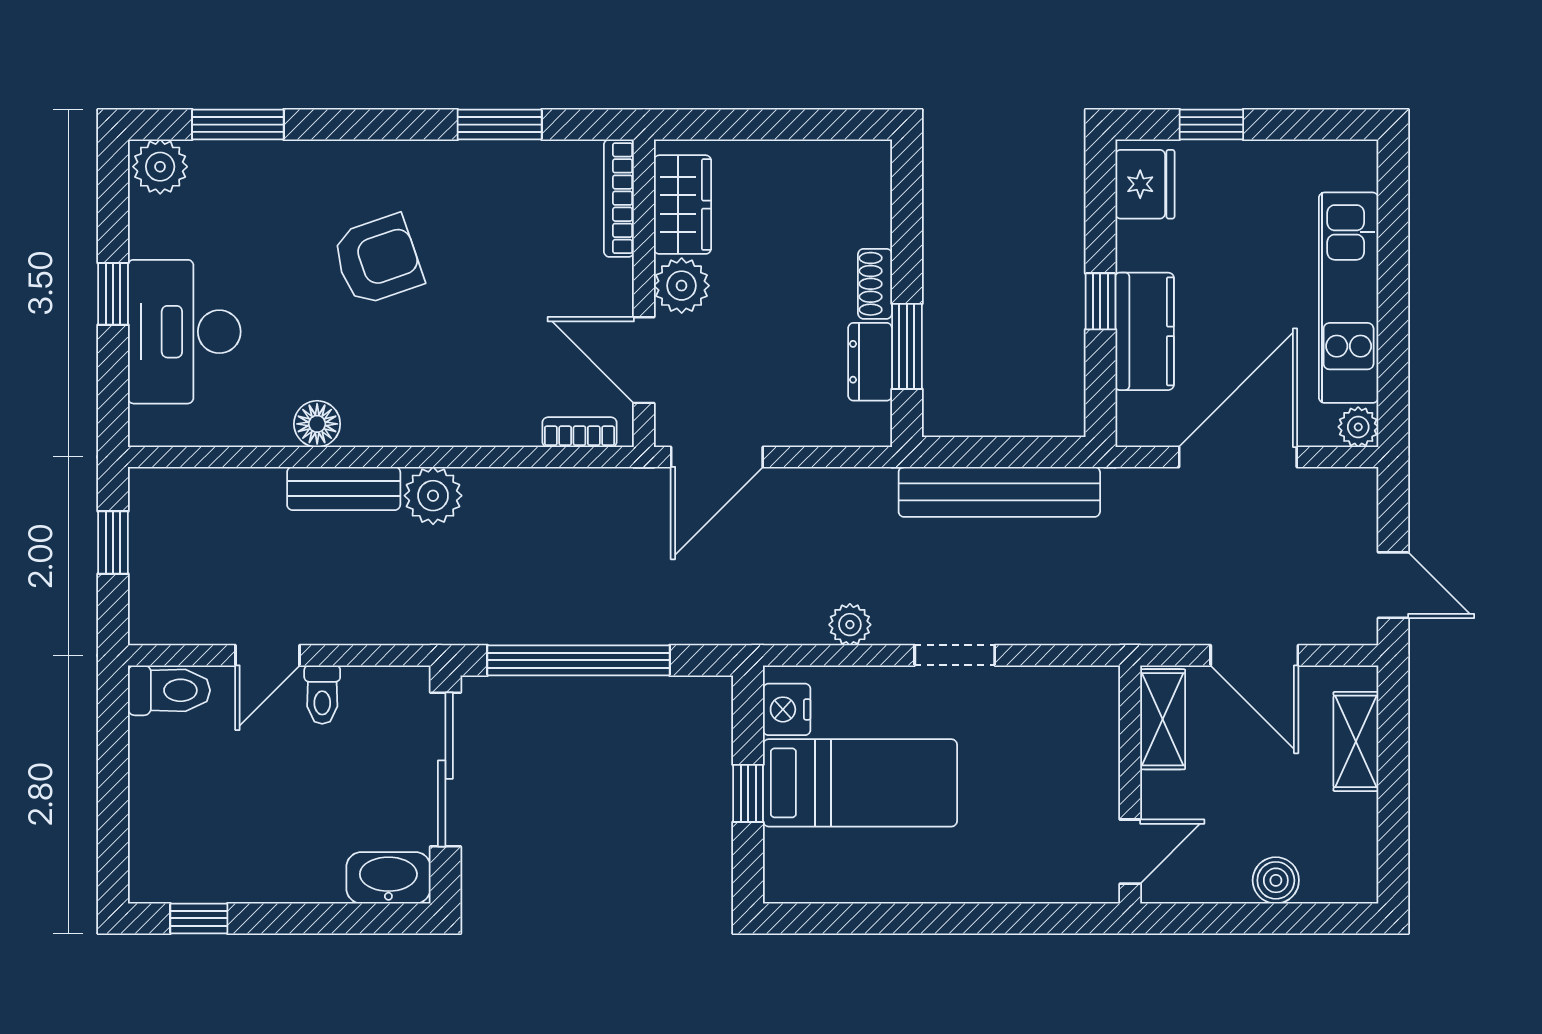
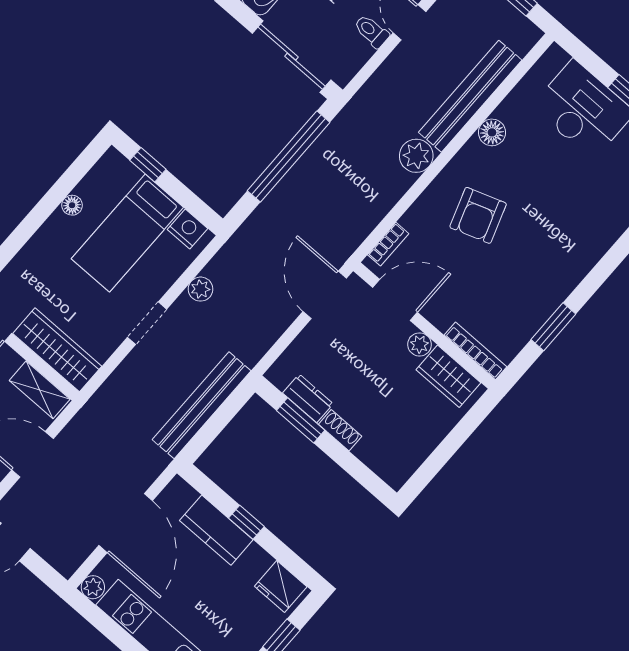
armchair: (378, 260) -> (478, 215), moved
plant: (682, 286) -> (420, 344), width x0.73, depth x0.73
bench: (344, 488) -> (470, 96), width x1.86, depth x1.21
wardrobe: (1091, 742) -> (57, 350), added
window: (748, 793) -> (148, 165), moved
floor lamp: (886, 886) -> (72, 205), added

